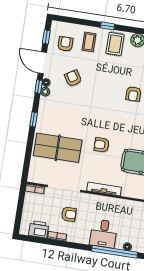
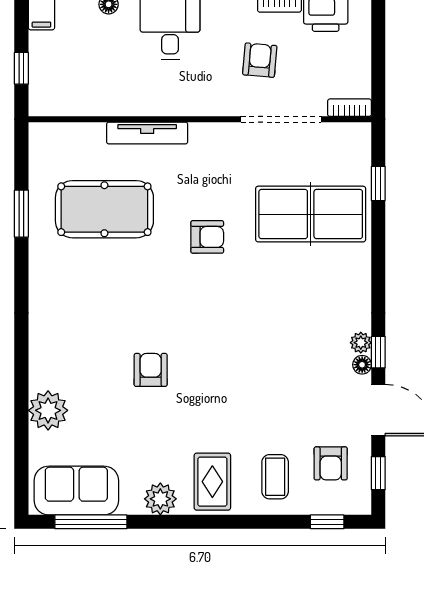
window: (108, 26) -> (327, 522), moved
armchair: (73, 78) -> (300, 385), removed
window: (34, 119) -> (378, 184), moved
tv unit: (104, 189) -> (147, 133), moved
armchair: (69, 214) -> (260, 60), turned 95

